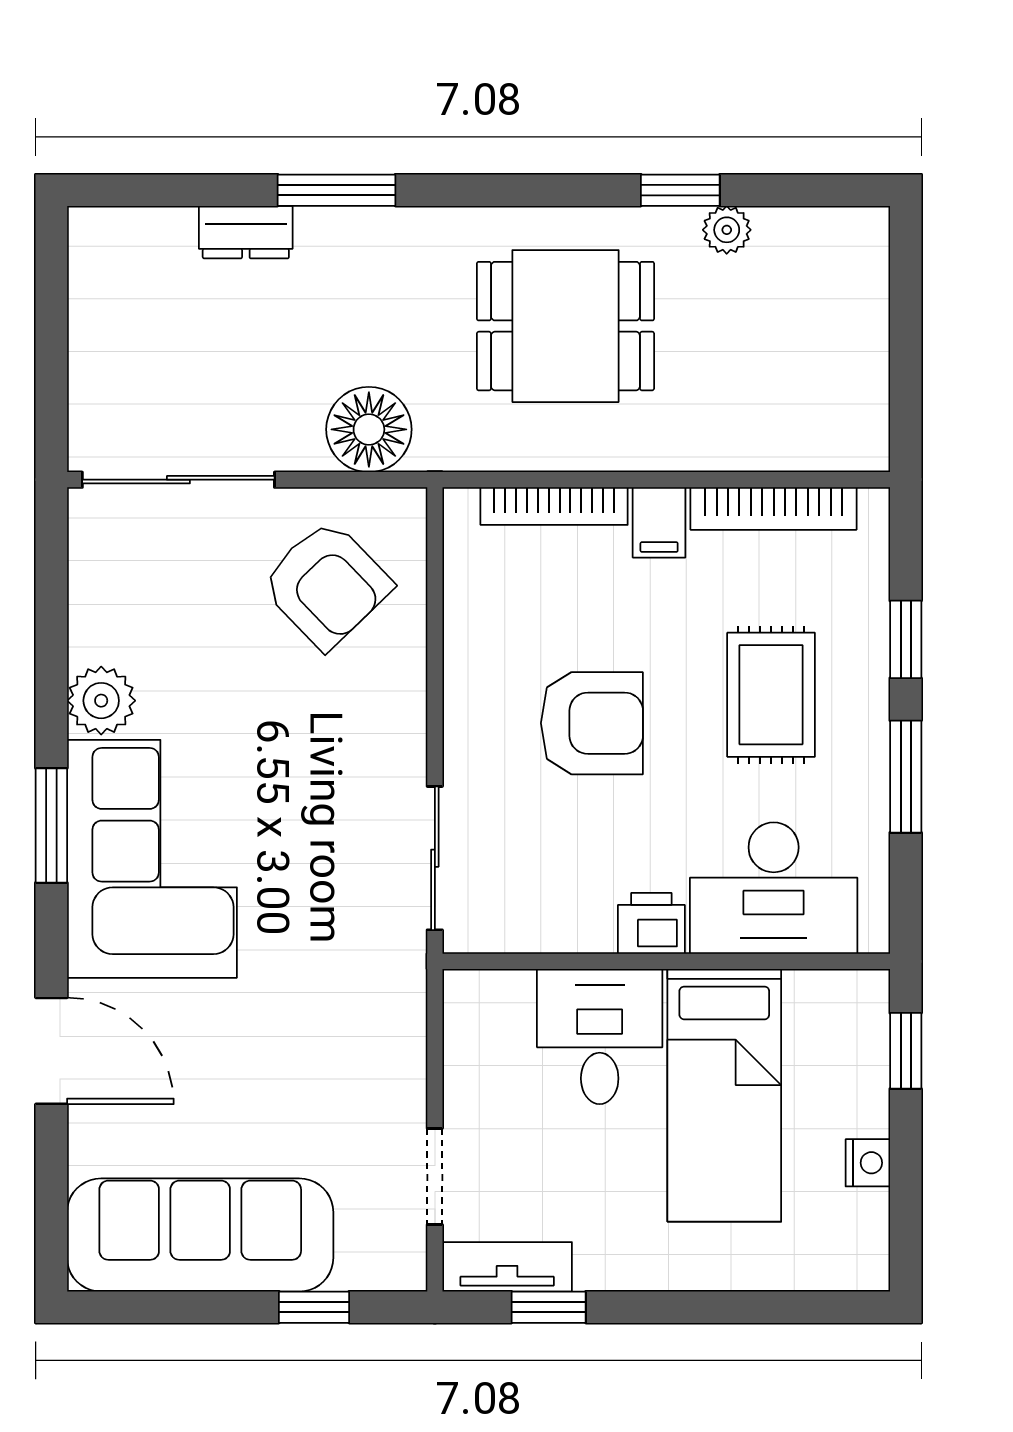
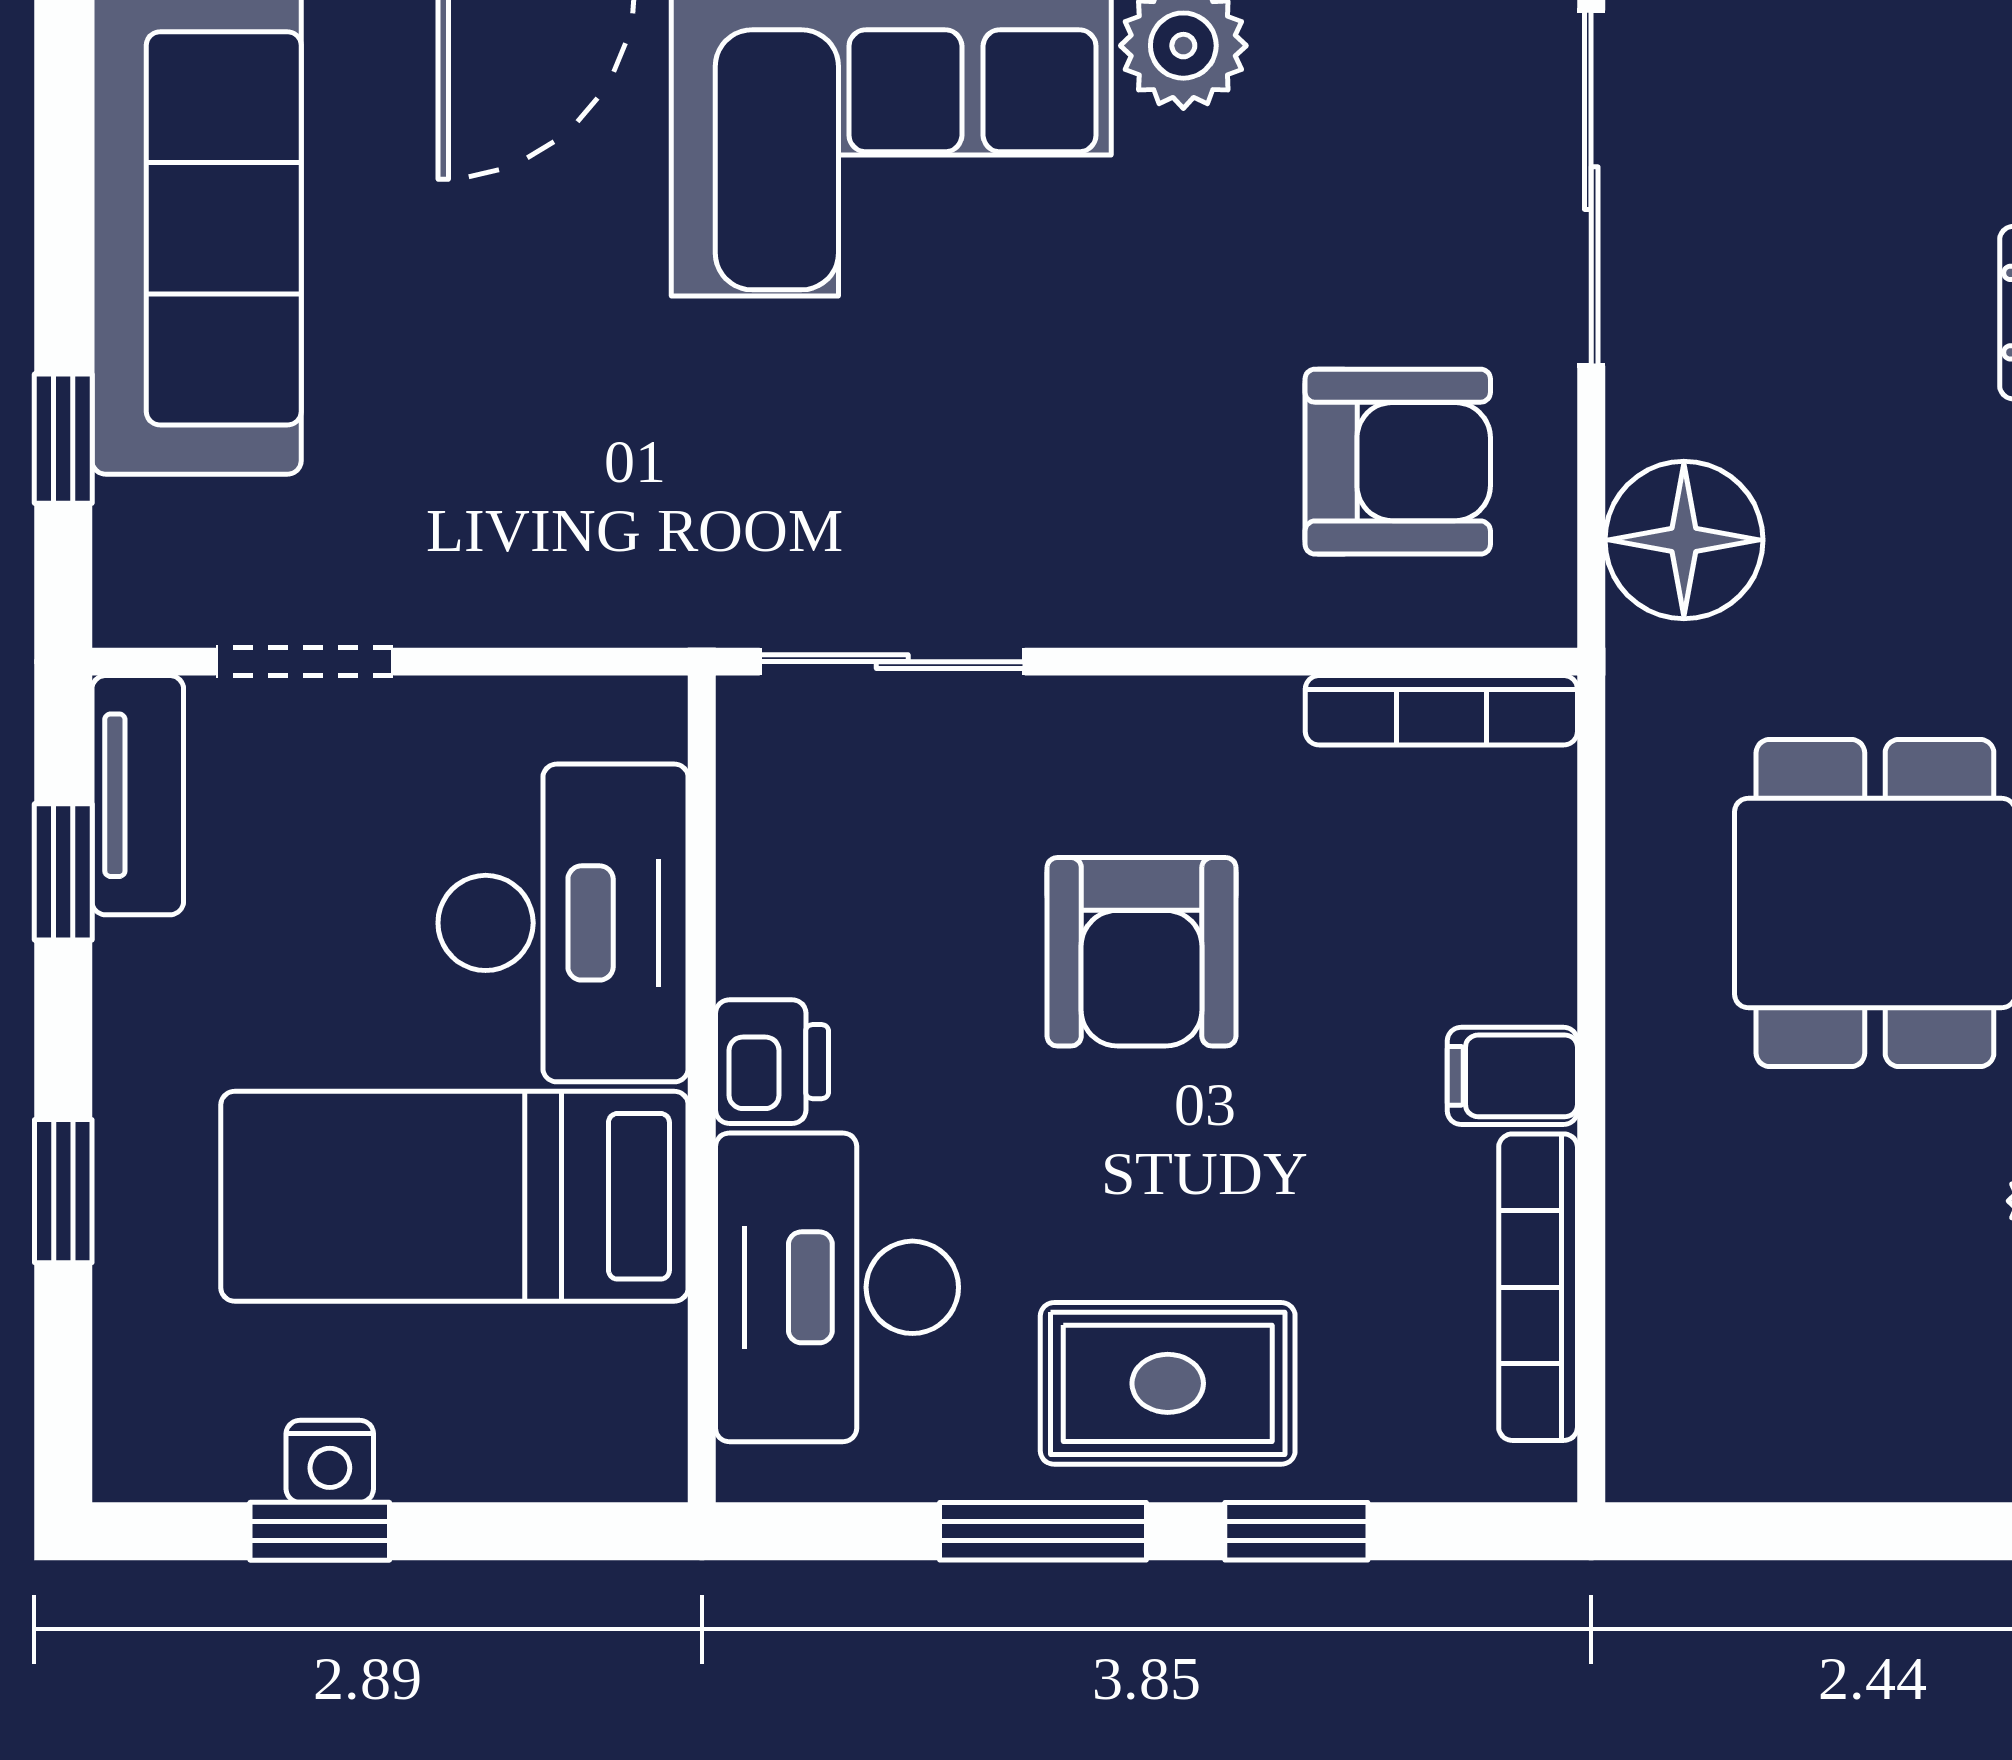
bookcase: (554, 506) -> (1441, 710), moved, turned -90
armchair: (326, 584) -> (1398, 462), turned -136
rug: (771, 695) -> (1168, 1383), moved
desk: (600, 1036) -> (563, 923), width x1.37
window: (906, 1051) -> (320, 1531), moved
window: (722, 1307) -> (63, 1191), added

